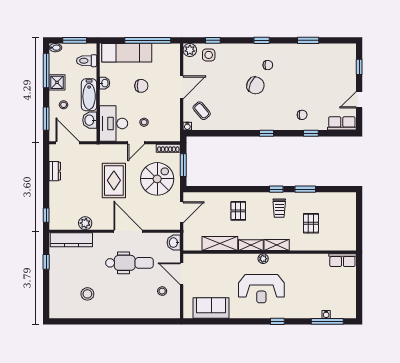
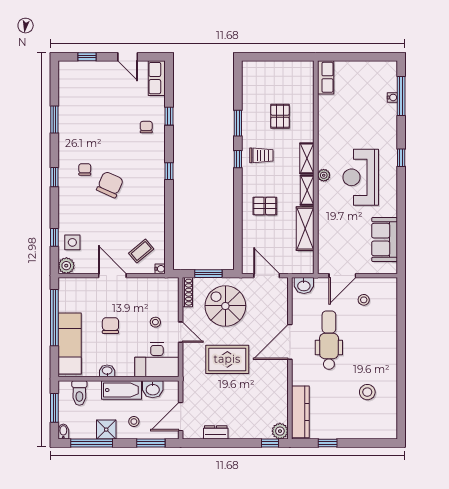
plant: (85, 223) -> (280, 431), moved
pallet: (311, 223) -> (280, 116), turned 90
reception desk: (261, 289) -> (361, 177), turned 180

